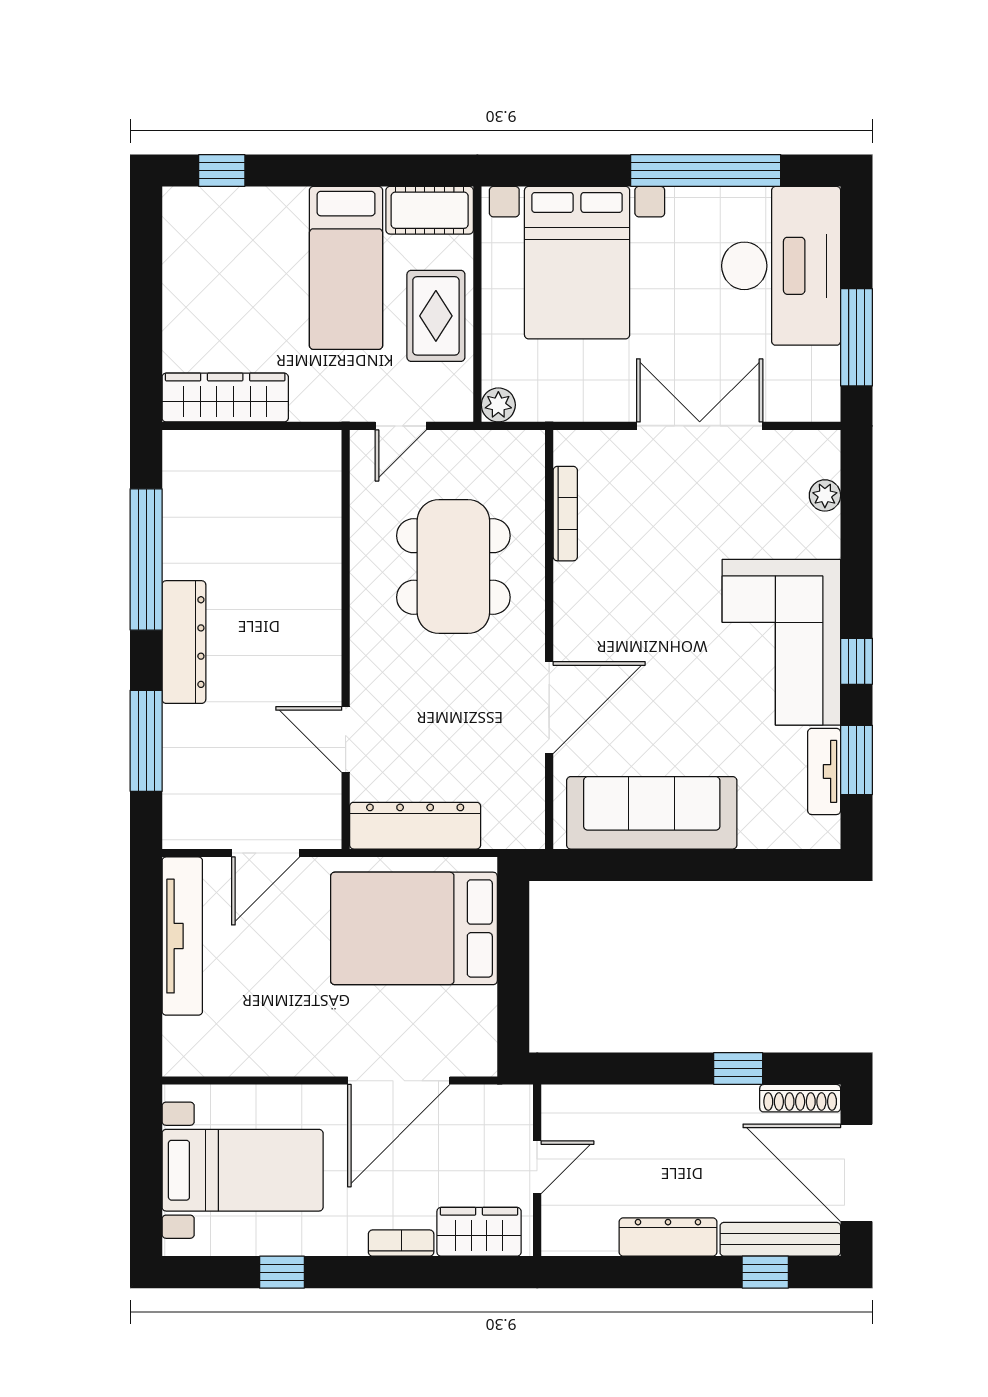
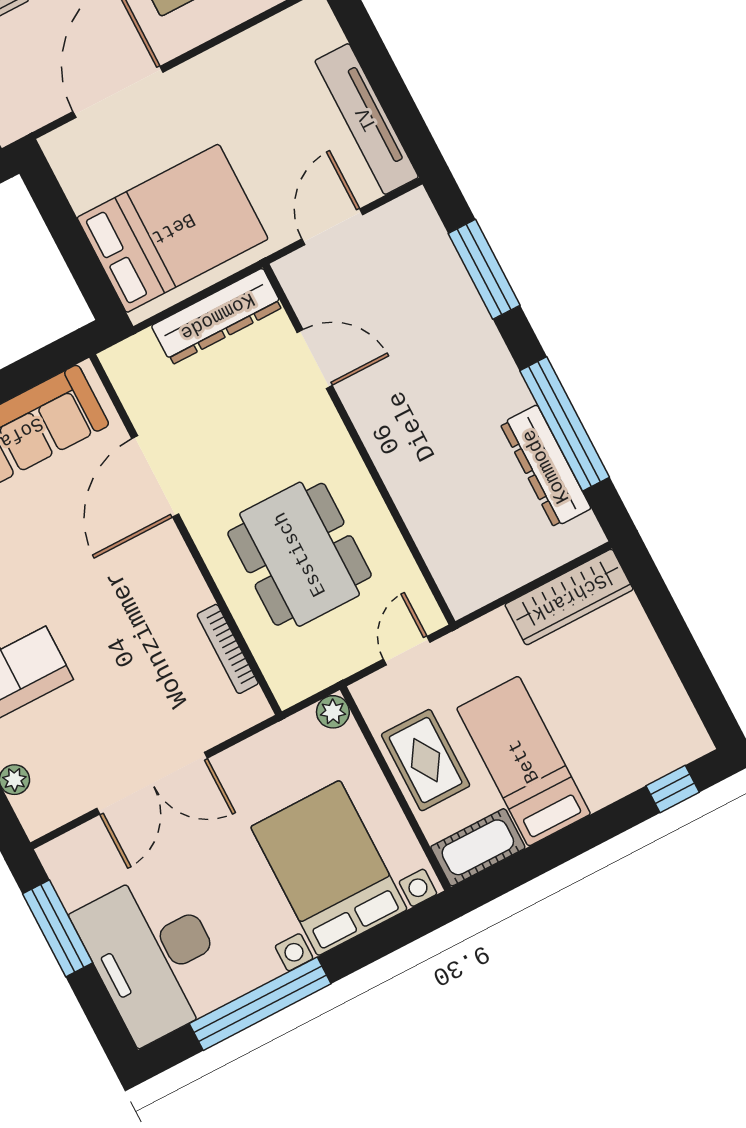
dresser: (184, 642) -> (546, 466), moved

